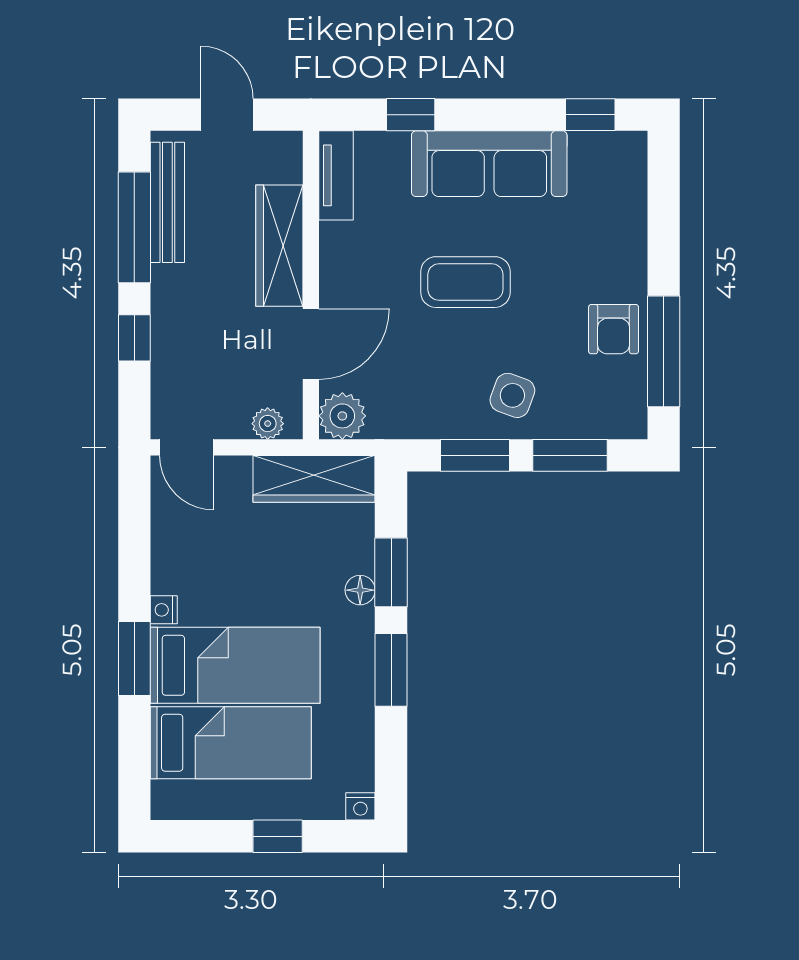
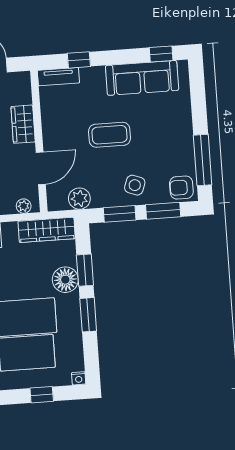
sofa: (489, 164) -> (142, 78), moved
tv unit: (336, 175) -> (58, 77), moved, turned 90
wardrobe: (279, 246) -> (23, 124), width x0.67
armchair: (614, 329) -> (181, 188), moved, turned 90
plant: (342, 416) -> (79, 199), moved
floor lamp: (360, 590) -> (65, 280), width x1.89, depth x1.89

